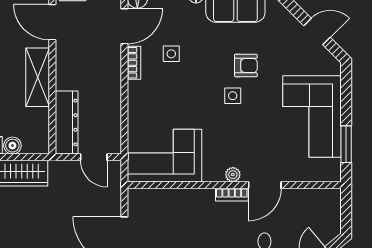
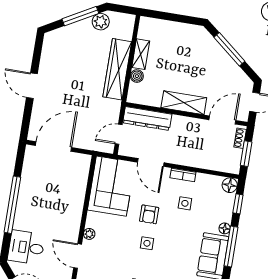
door: (124, 26) -> (151, 162), moved
armchair: (246, 66) -> (149, 214), moved
bookcase: (232, 195) -> (75, 231), removed

